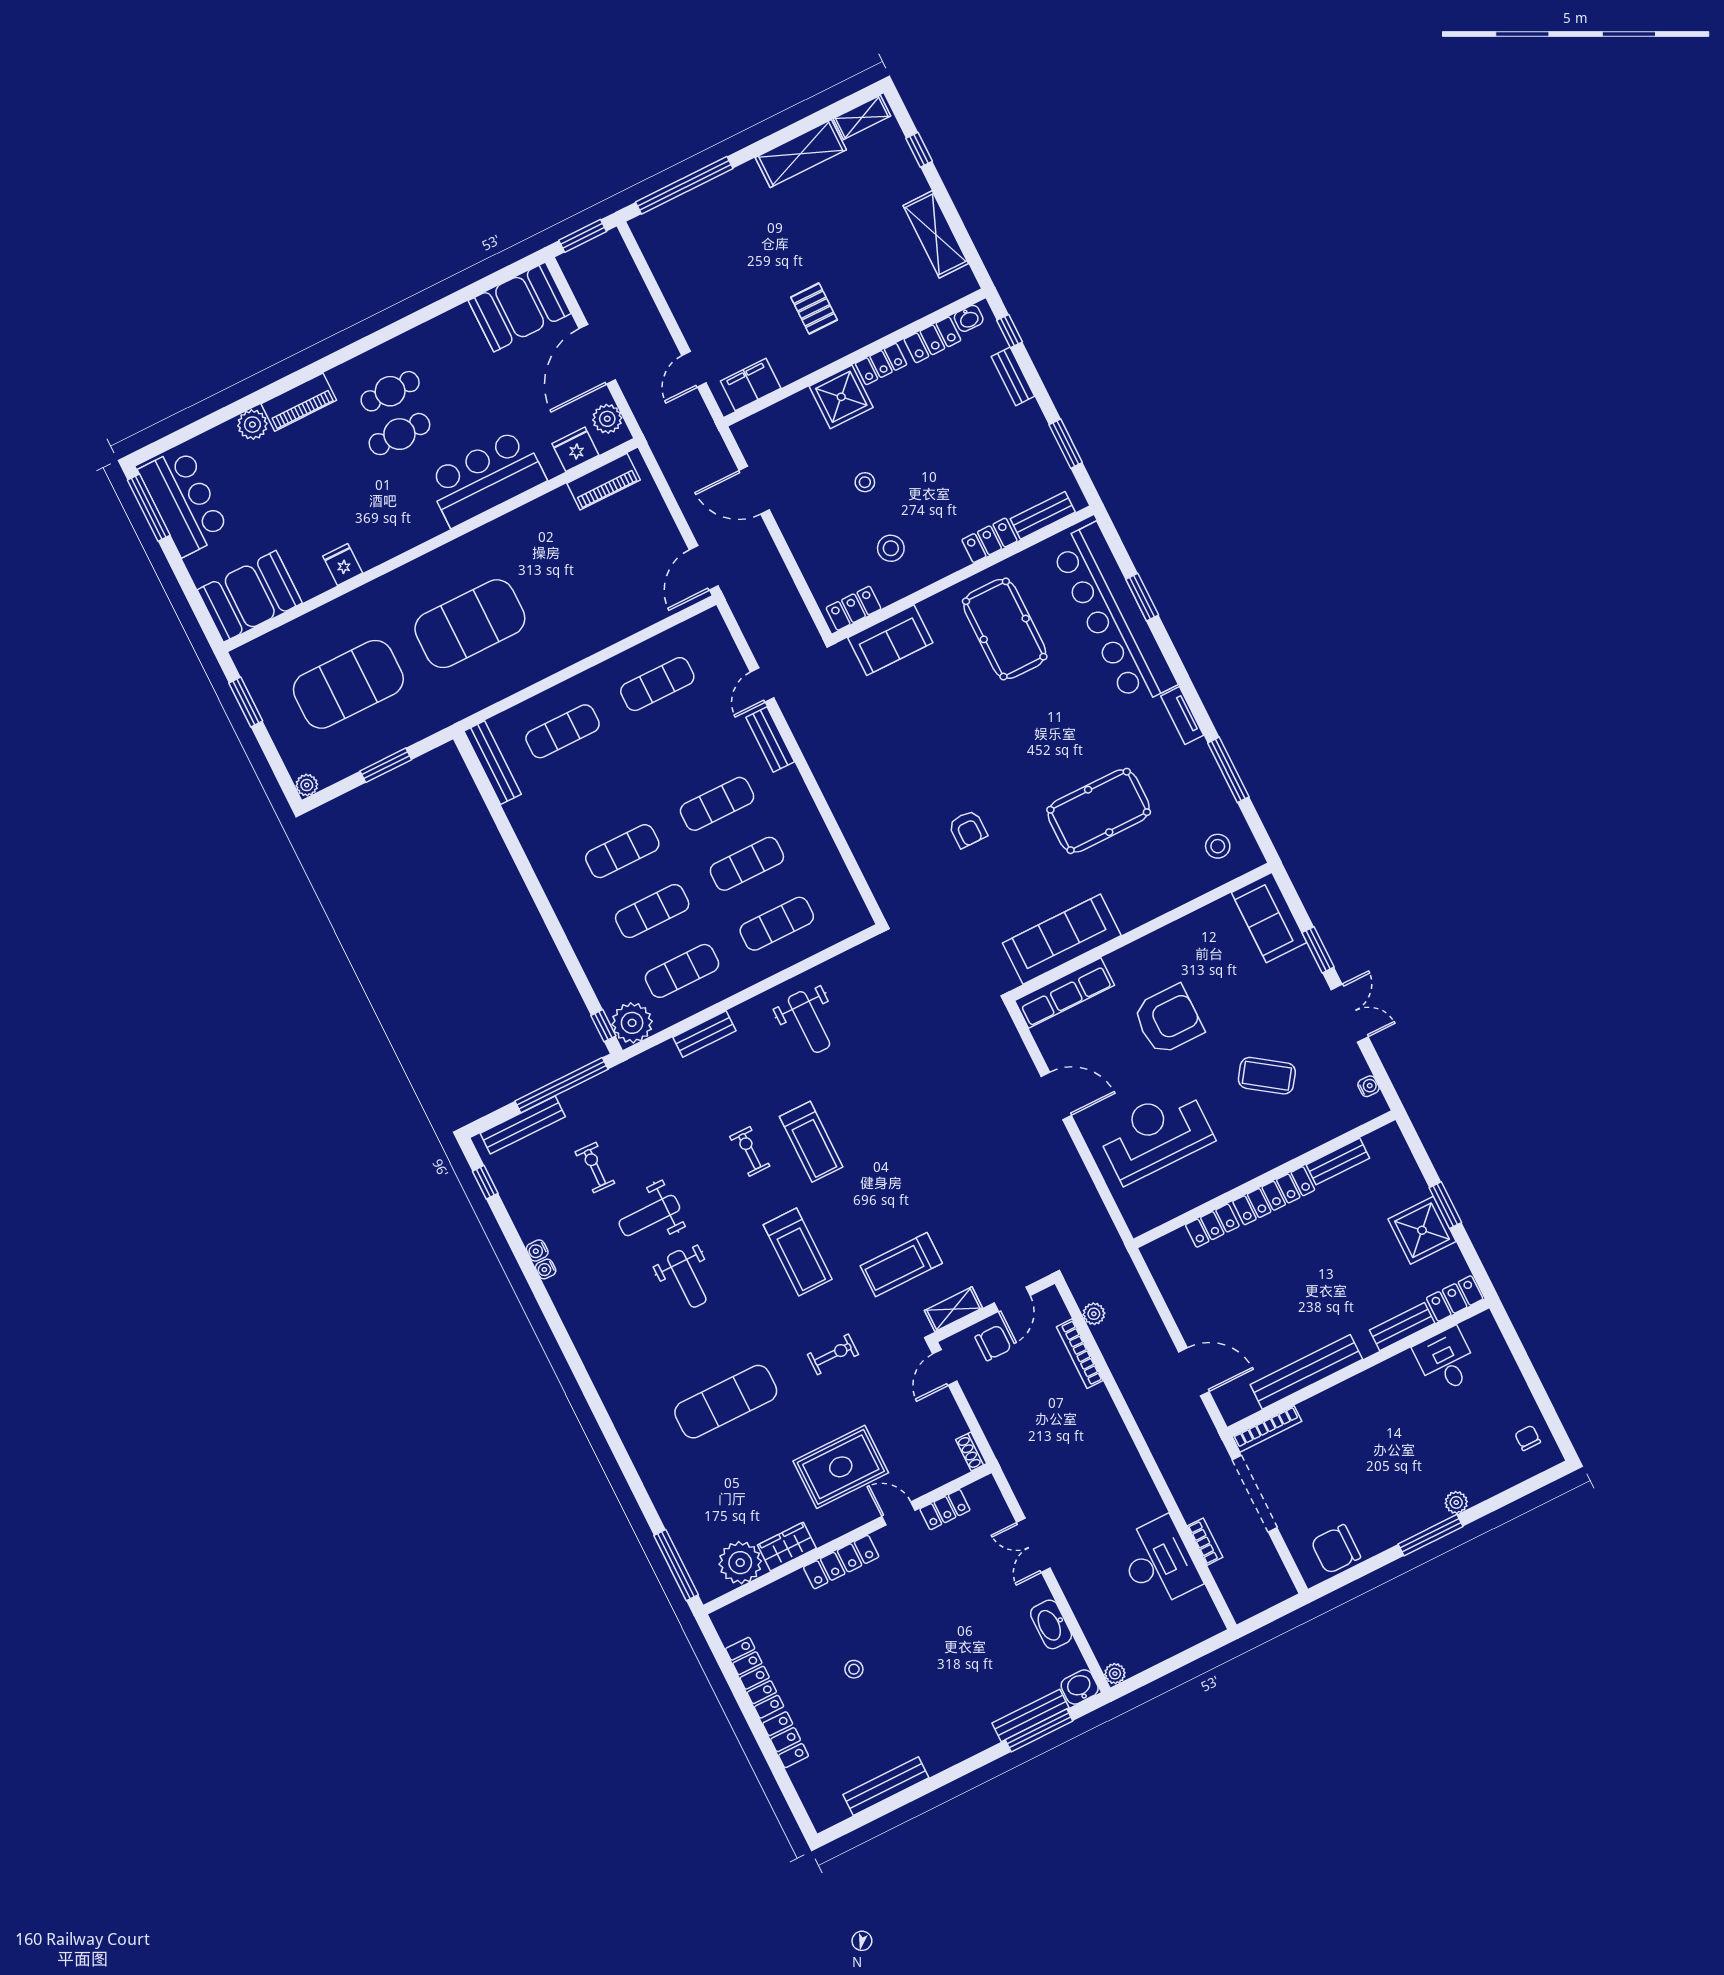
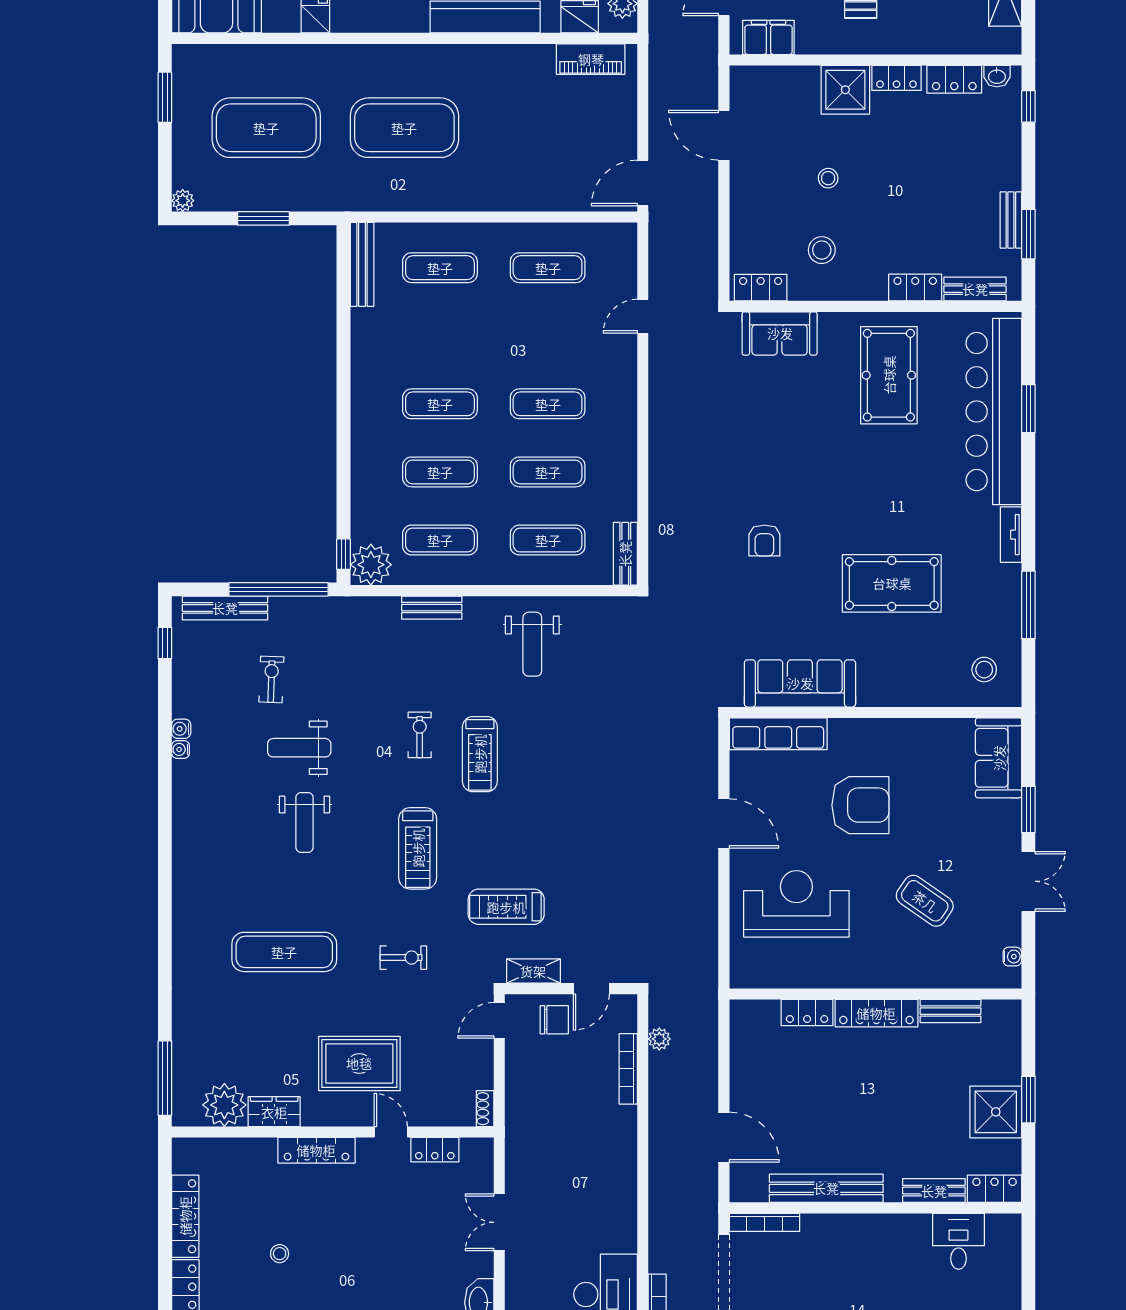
bench: (1013, 376) -> (1011, 220), moved
bench: (770, 739) -> (625, 554), moved

